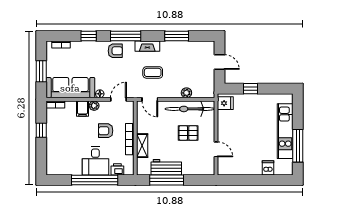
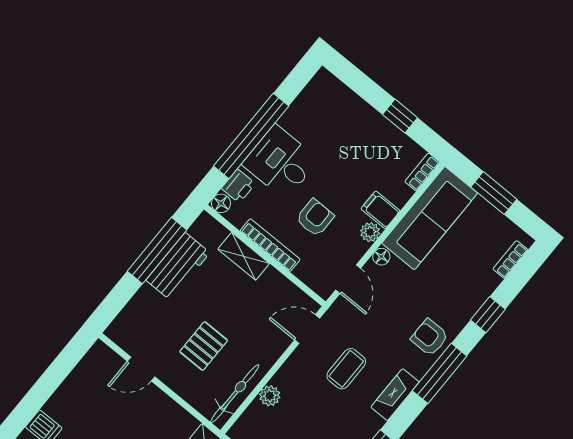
armchair: (115, 51) -> (430, 337), turned 90
bicycle: (190, 109) -> (235, 394), width x0.73, depth x0.71
floor lamp: (129, 170) -> (221, 203), added

